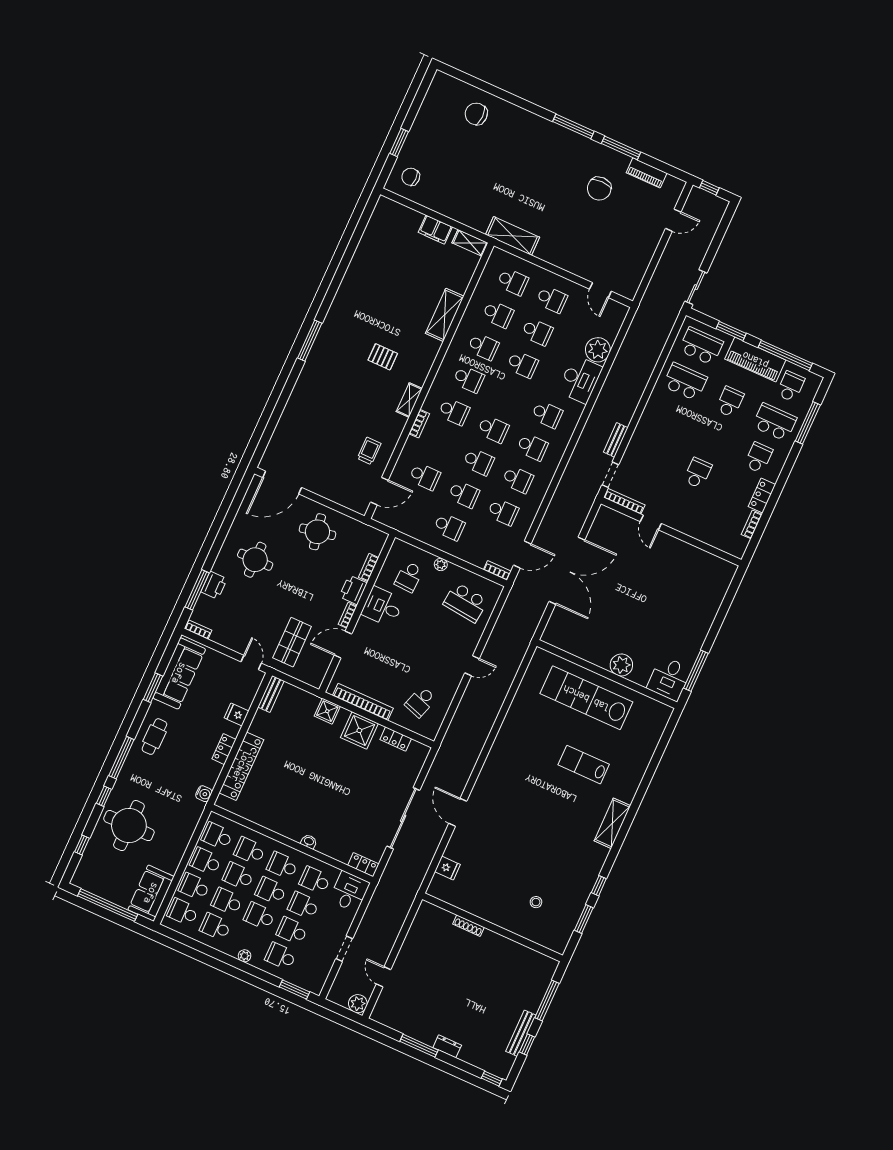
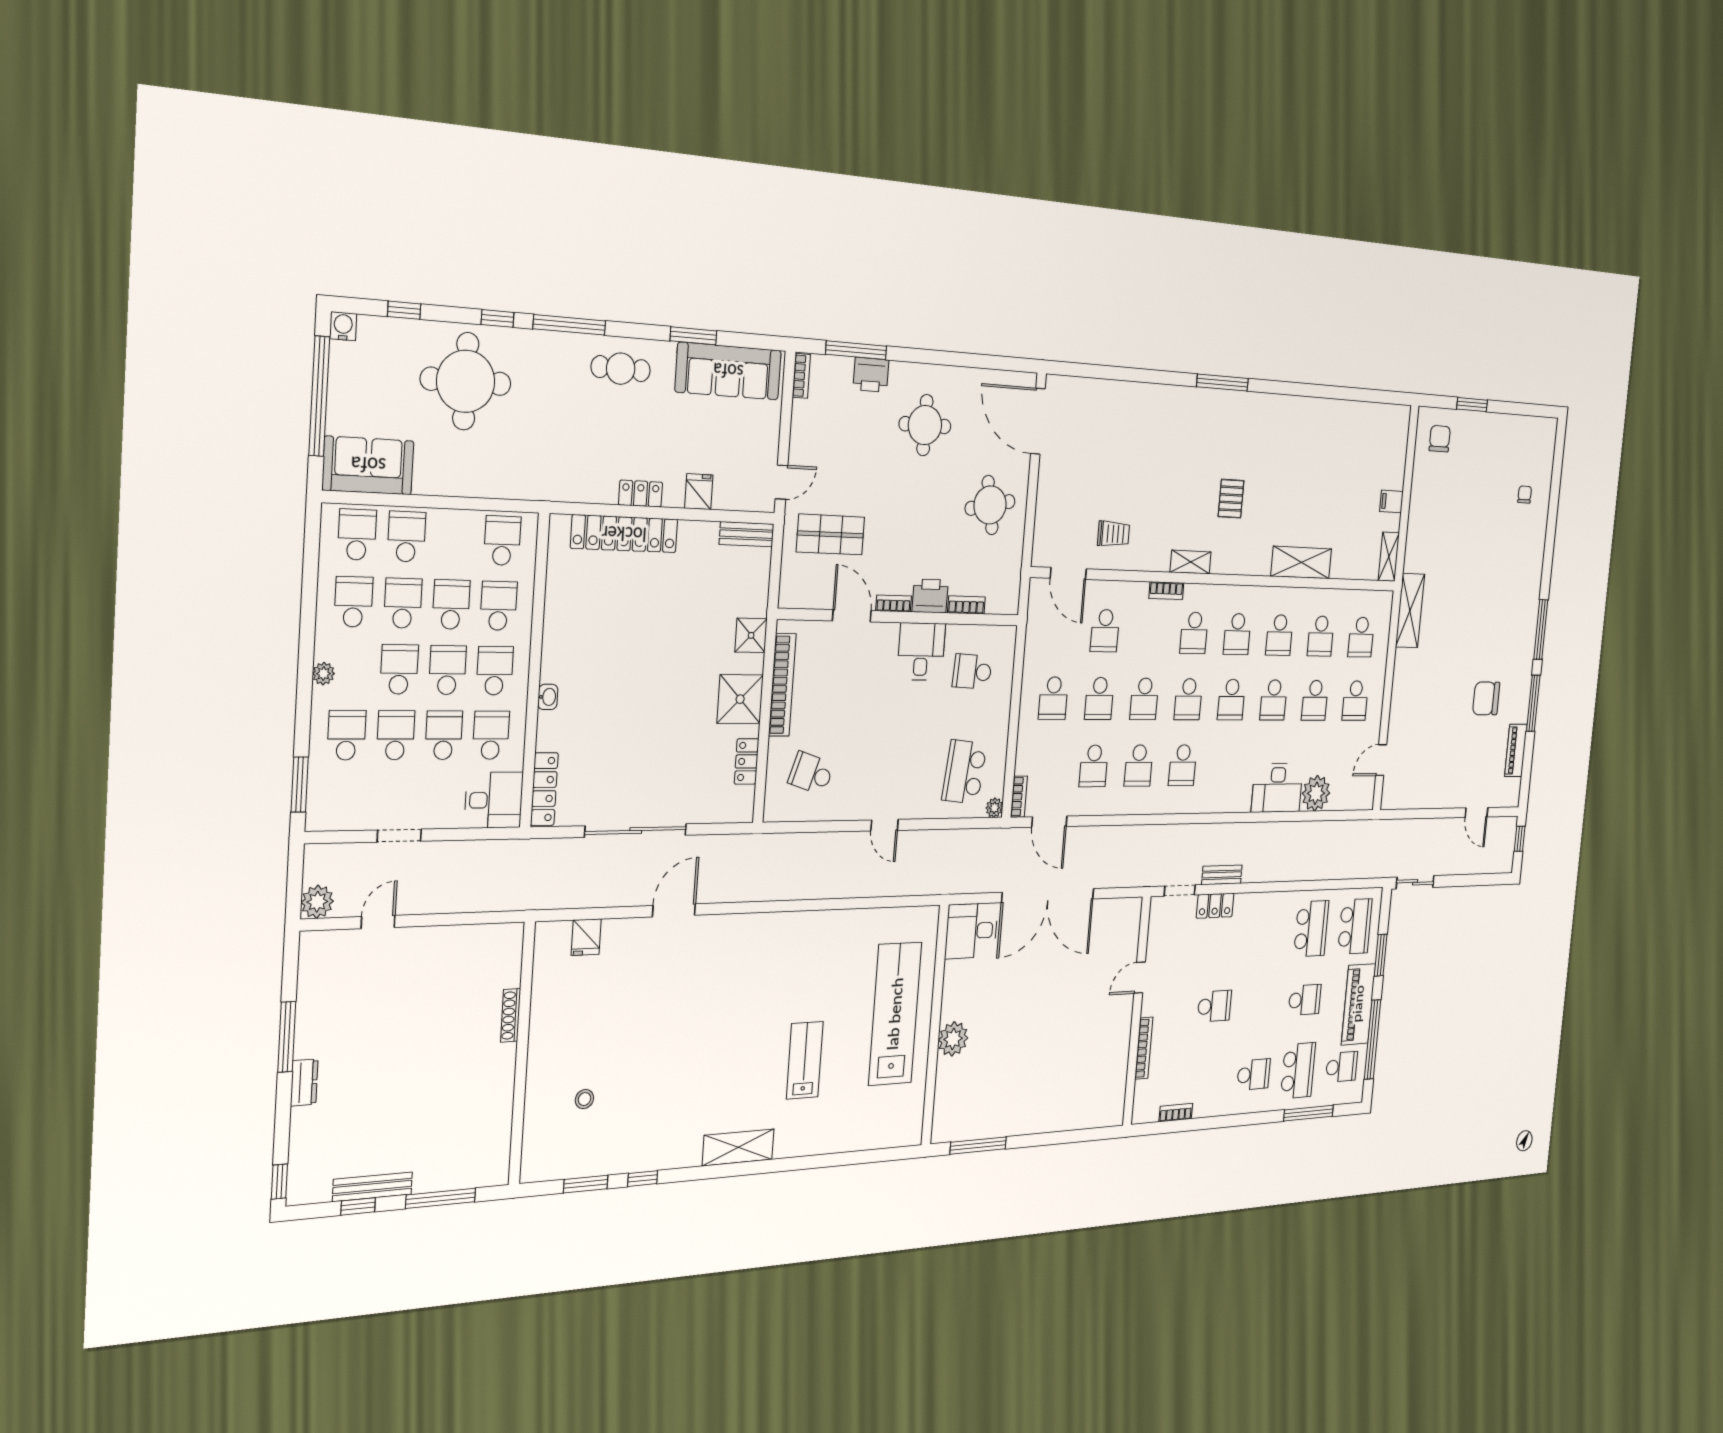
chair: (476, 114) -> (1525, 495), width x0.54, depth x0.54
filing cabinet: (435, 230) -> (1391, 501), width x0.50
school desk: (547, 414) -> (1231, 700), moved
locker: (762, 496) -> (1215, 906), moved, turned 180
bookcase: (624, 501) -> (1144, 1048), moved
plant: (441, 564) -> (994, 808), moved
desk: (669, 678) -> (971, 931), moved
water cooler: (204, 794) -> (343, 326), moved, turned 180
school desk: (206, 861) -> (455, 539), removed
locker: (363, 865) -> (544, 789), width x1.53

